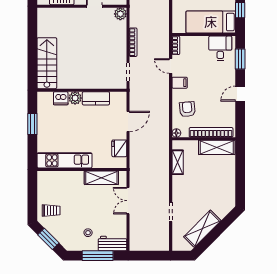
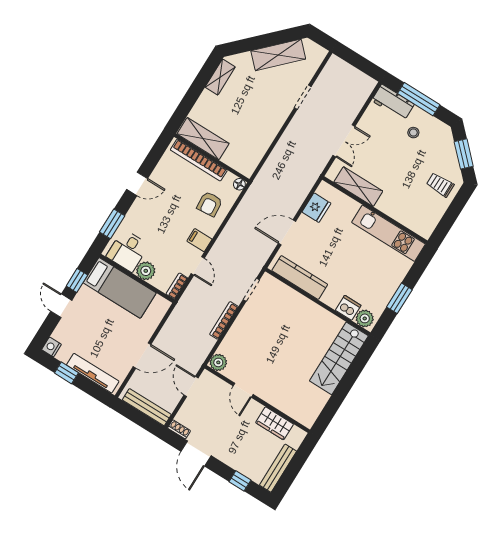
plant: (201, 43) -> (146, 271), added
plant: (75, 98) -> (365, 318), moved
kitchen counter: (96, 98) -> (300, 278), width x1.50
shelving: (178, 162) -> (220, 77), moved

